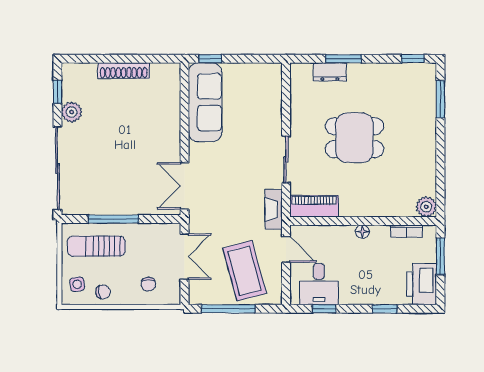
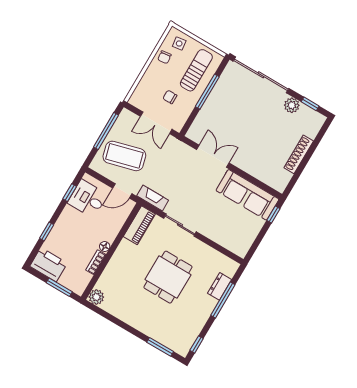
window: (343, 59) -> (223, 300), width x1.44
double door: (184, 186) -> (213, 156), moved
bookcase: (407, 231) -> (96, 262), moved
chair: (148, 284) -> (170, 97), moved

